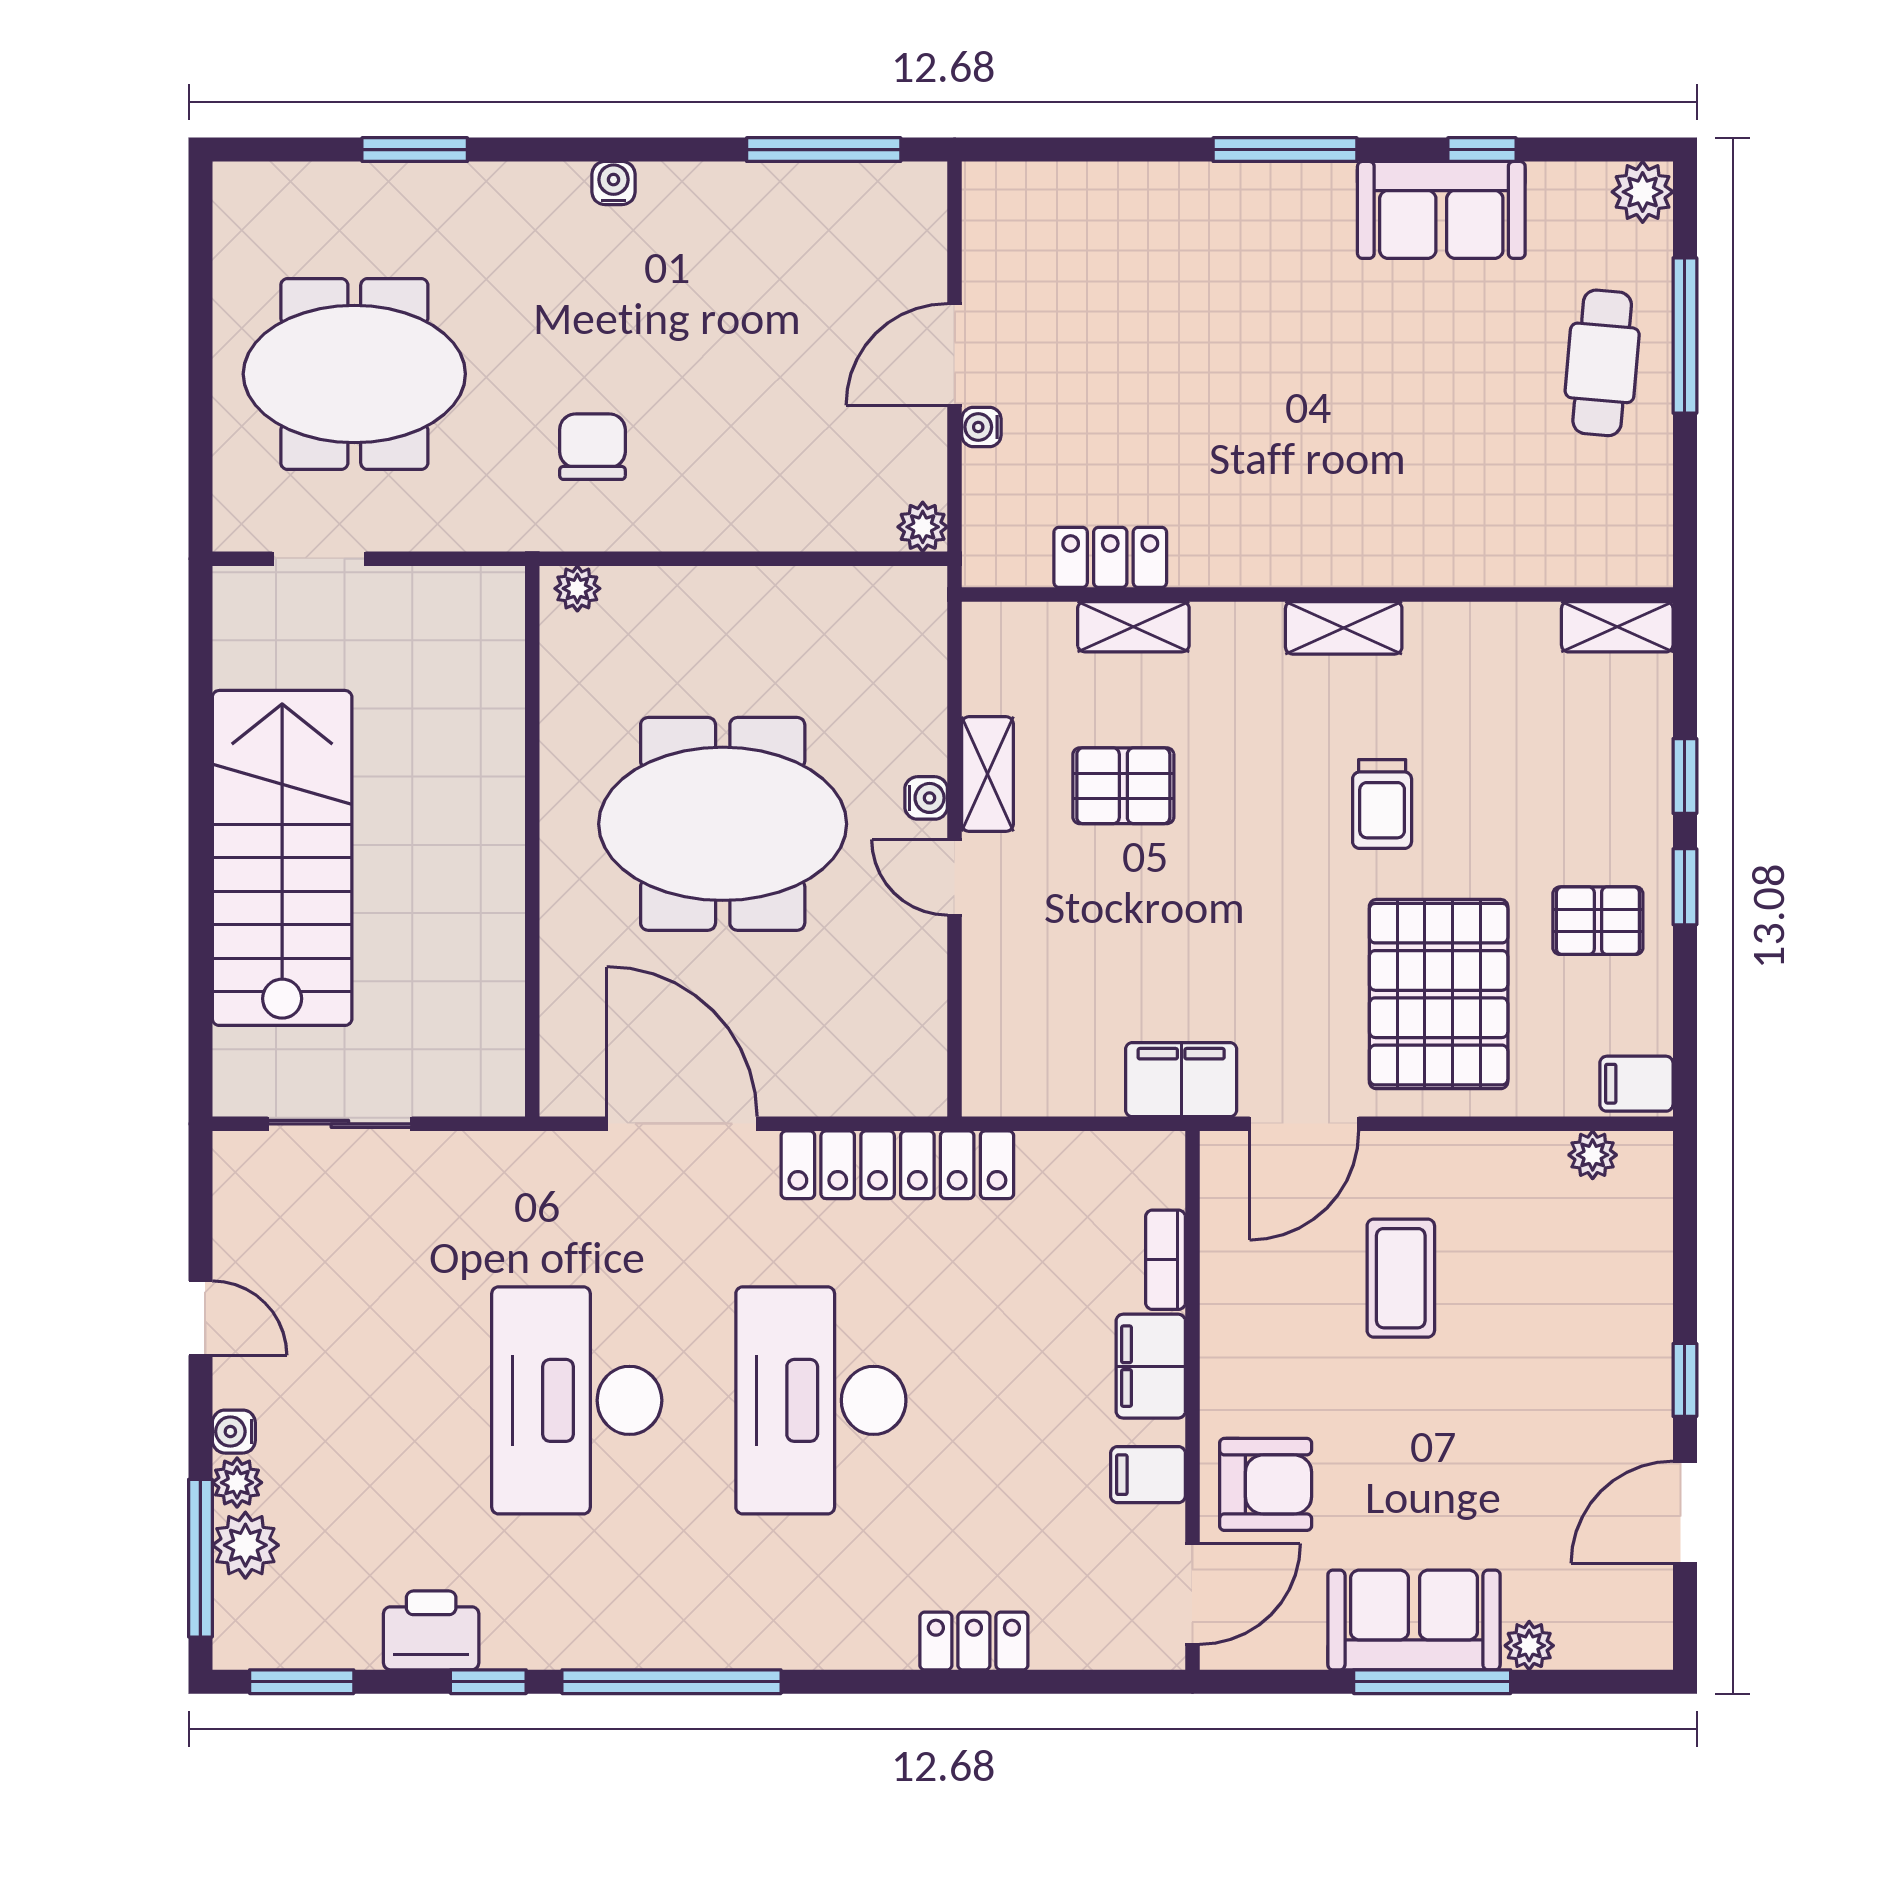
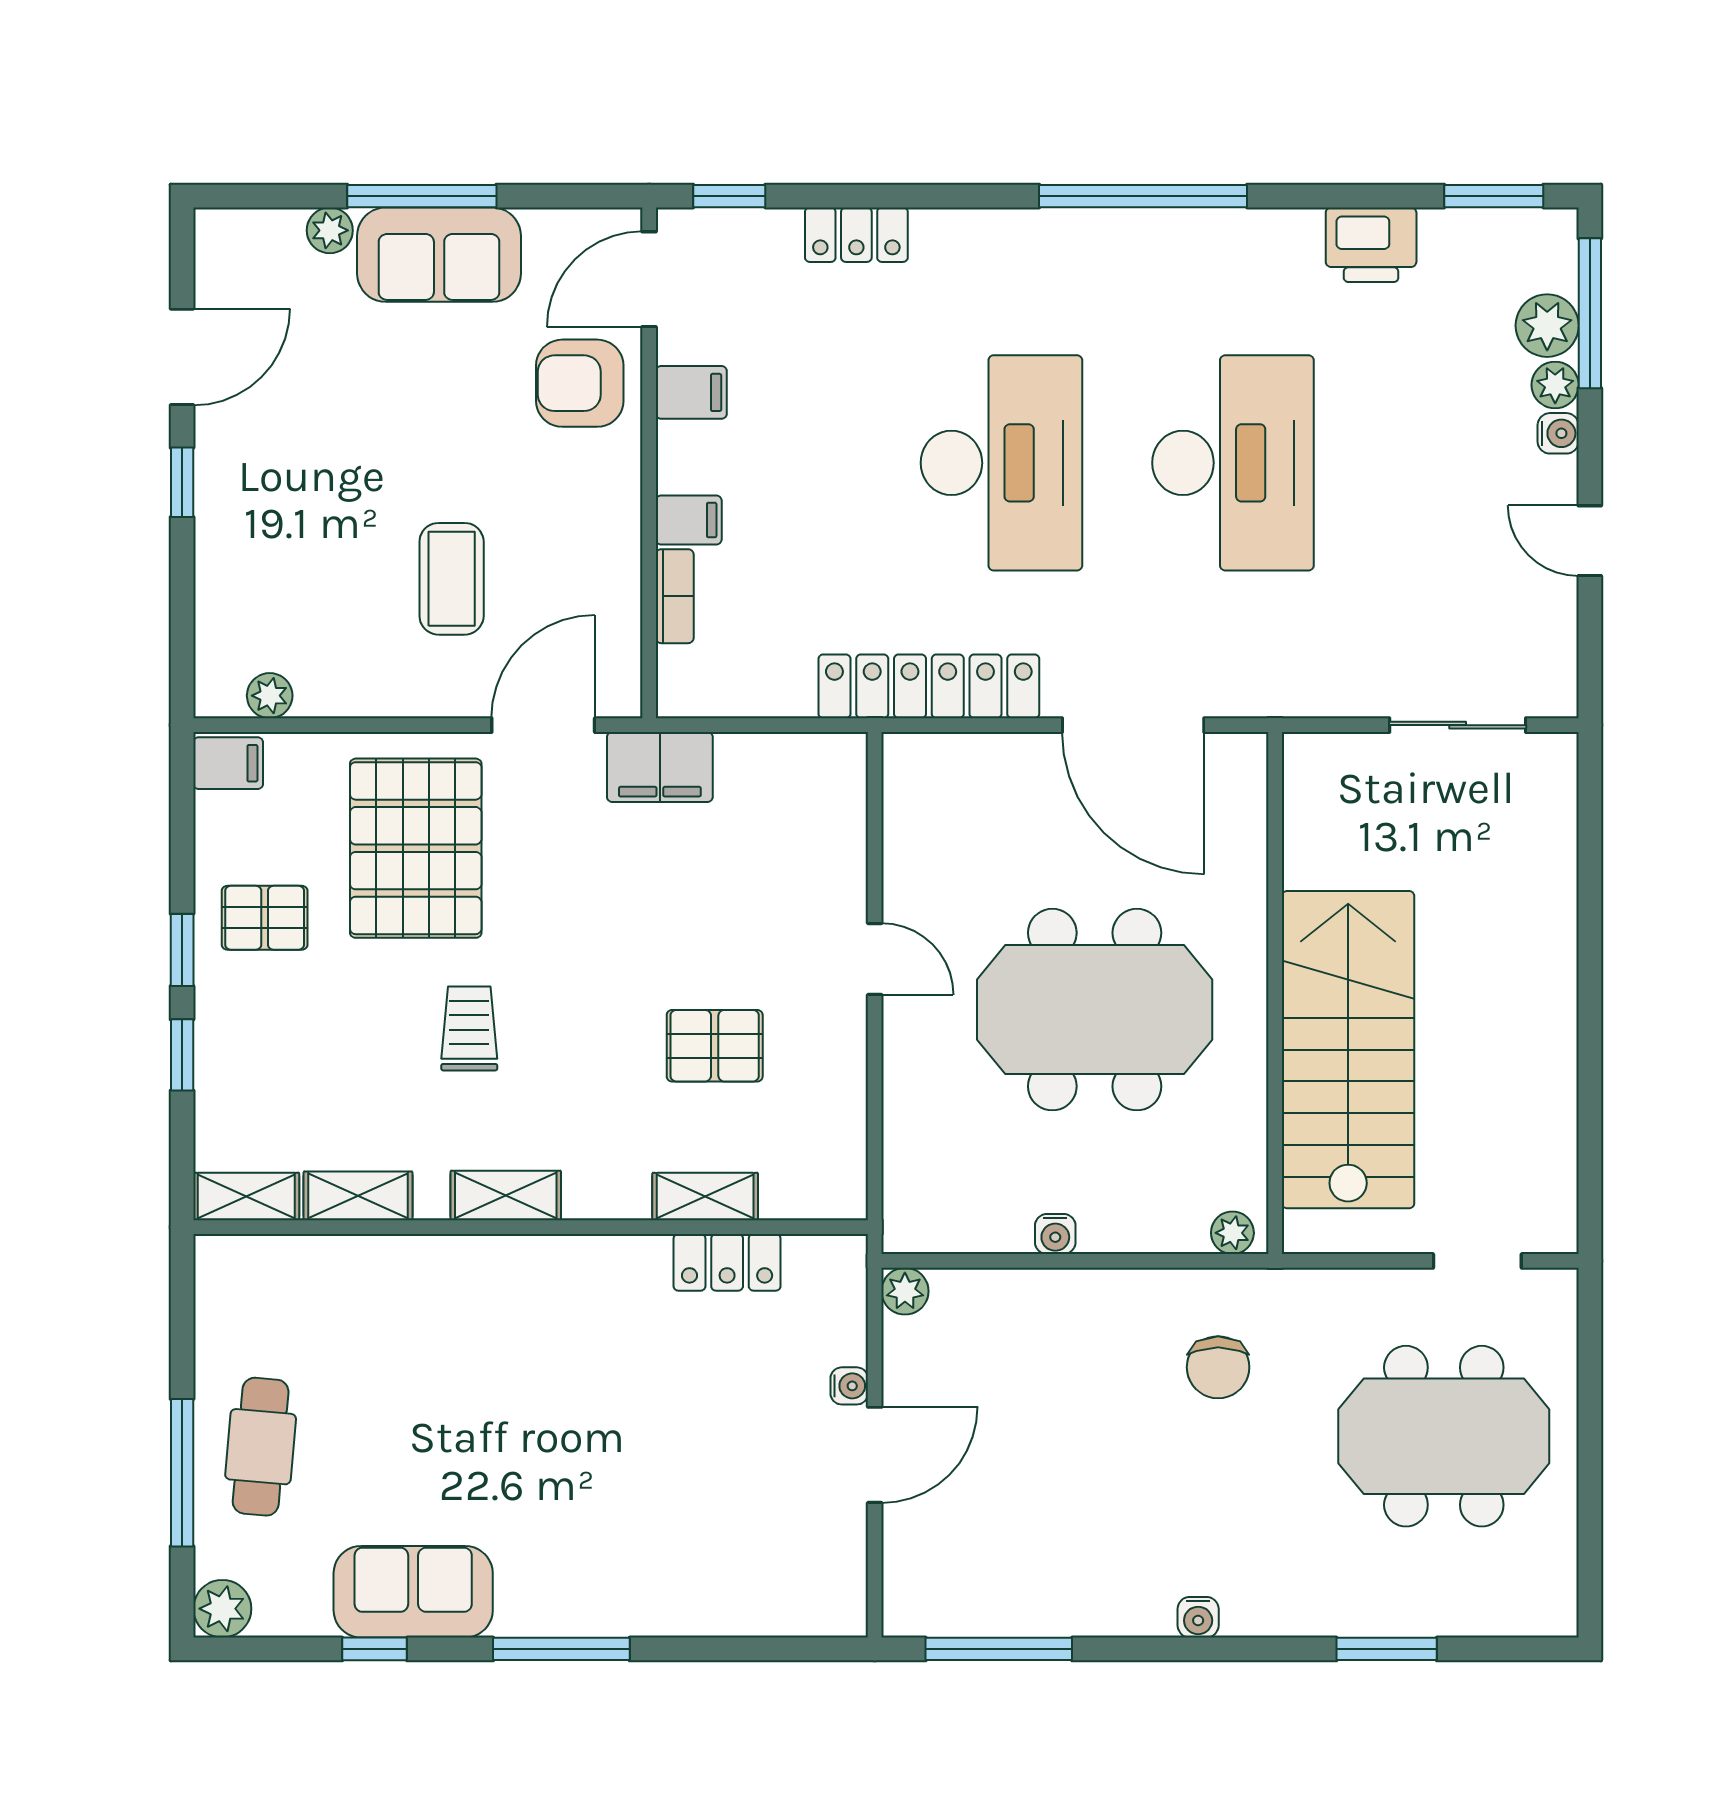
shelving: (987, 774) -> (358, 1196), moved, turned 90
water cooler: (926, 798) -> (1055, 1234), moved, turned -90
stairs: (282, 858) -> (1348, 1050), moved, turned 180
filing cabinet: (1151, 1366) -> (689, 520), width x0.50
window: (488, 1682) -> (729, 196), moved

